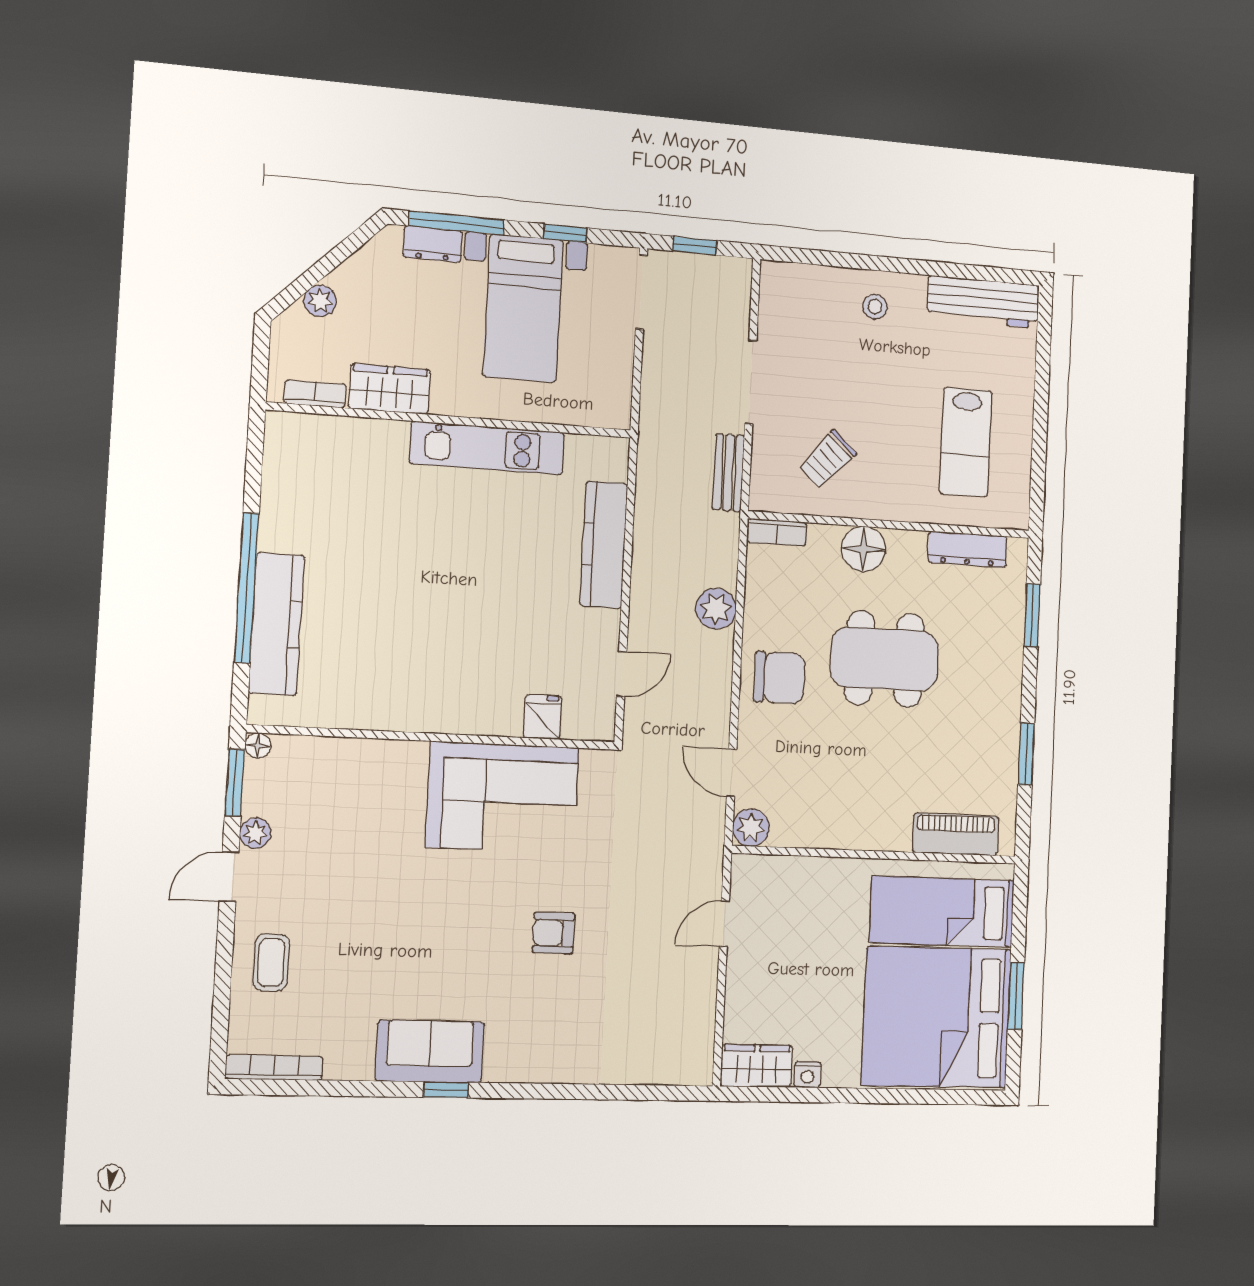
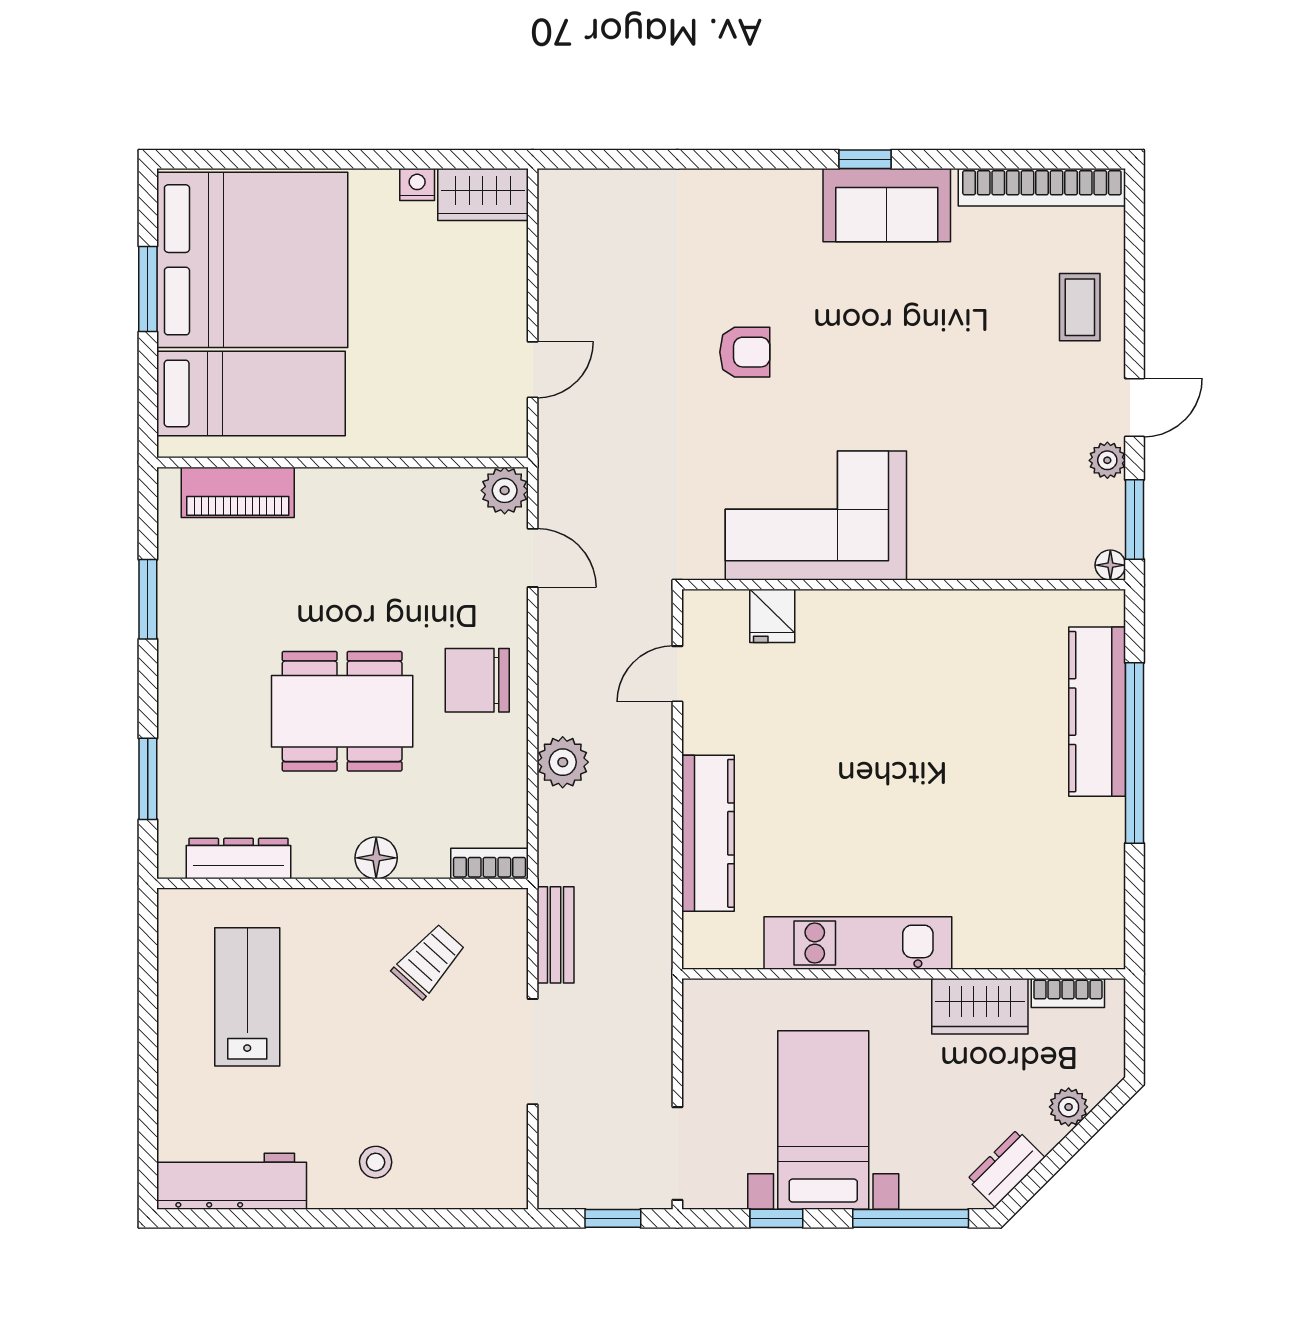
dresser: (433, 244) -> (1006, 1168), moved, turned -45
floor lamp: (863, 549) -> (376, 858), width x0.73, depth x0.73
bookcase: (274, 1068) -> (1042, 187), width x1.48, depth x1.31

